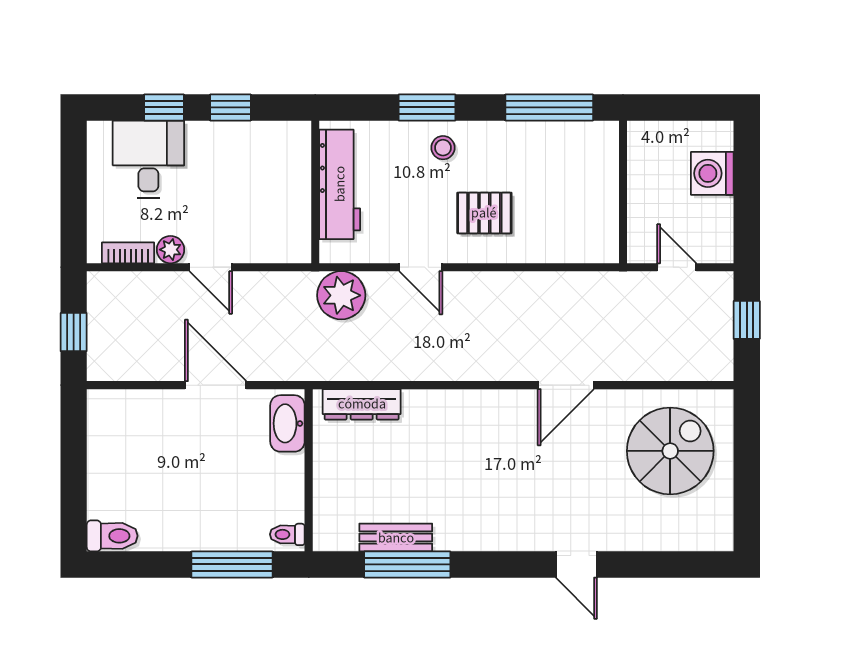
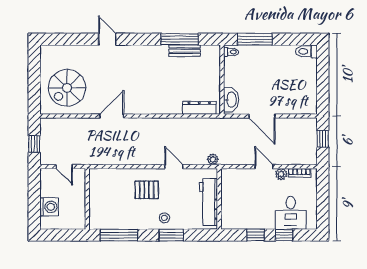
plant: (341, 295) -> (213, 159), width x0.53, depth x0.53

